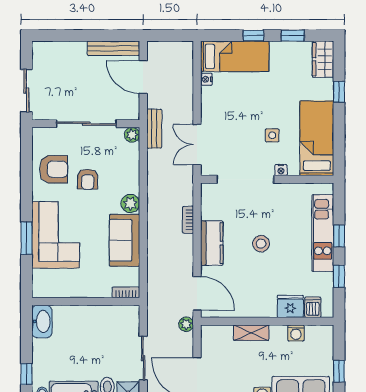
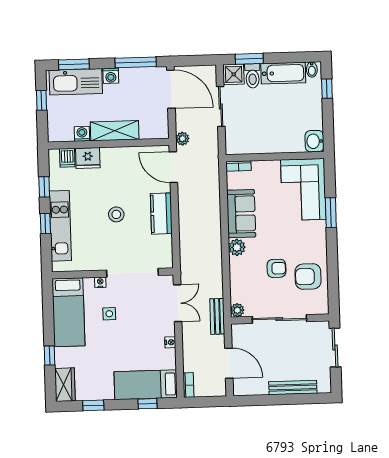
window: (253, 36) -> (148, 404), moved
bench: (113, 48) -> (293, 387), moved
nightstand: (206, 79) -> (170, 342), moved
armchair: (88, 179) -> (277, 268), turned 90
bookcase: (188, 220) -> (188, 385), moved
corner sofa: (56, 235) -> (303, 189), moved
washbasin: (42, 321) -> (314, 141), width x0.72
shelving: (251, 333) -> (115, 131), width x1.50, depth x1.33

